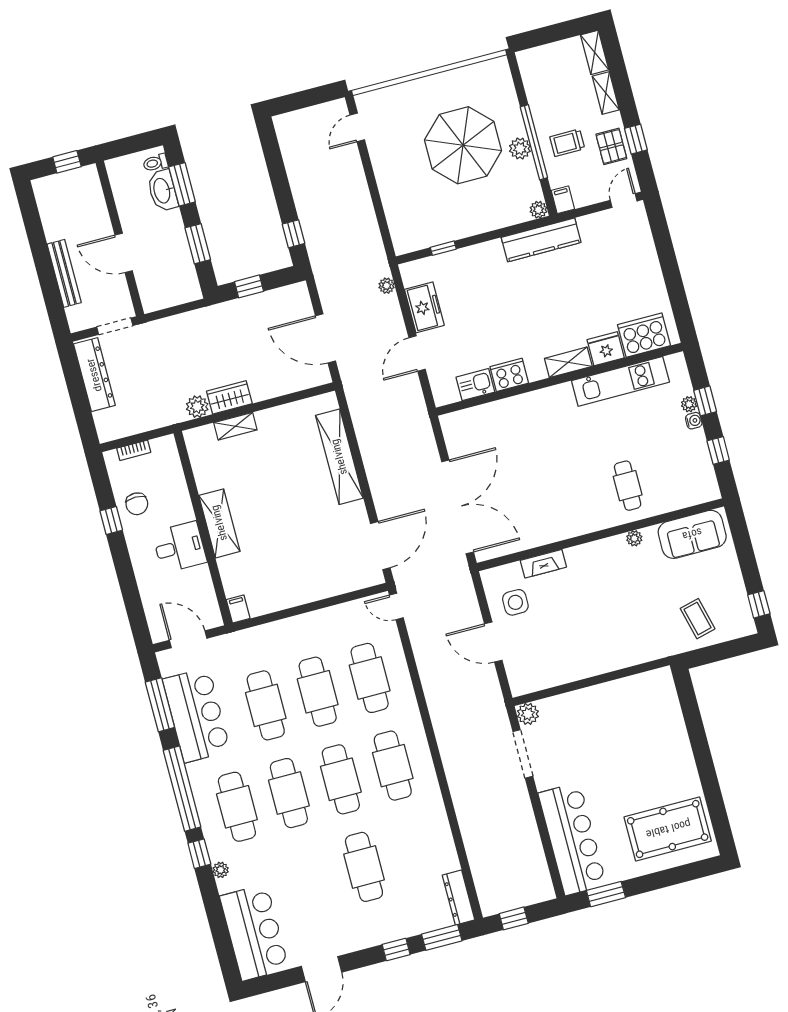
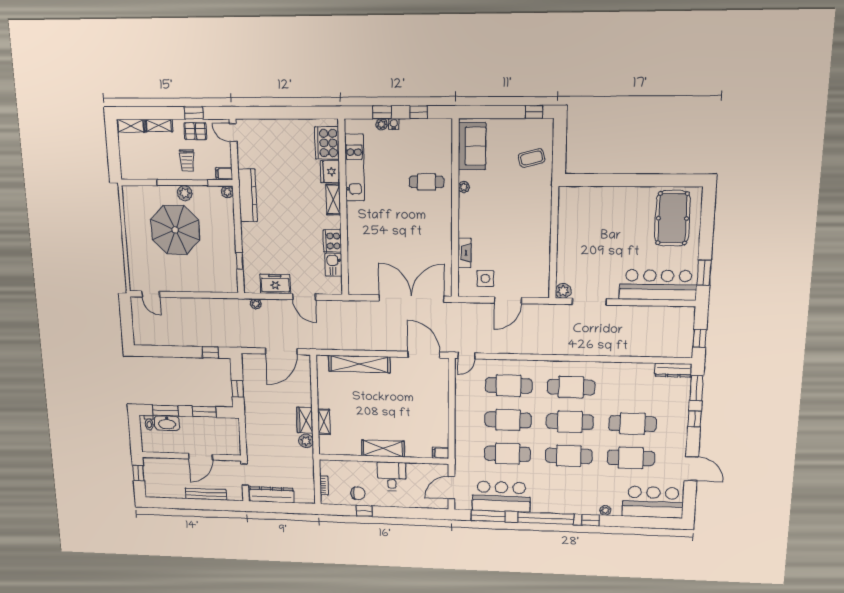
cafe table: (237, 807) -> (631, 458), moved

